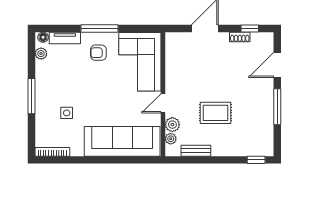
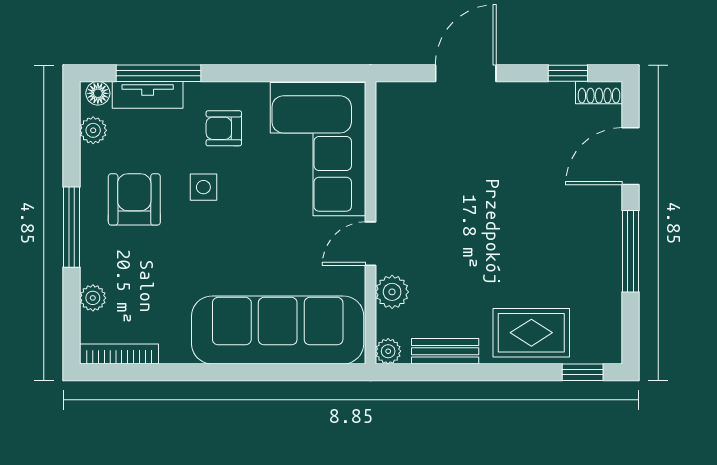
window: (99, 28) -> (158, 73), moved
shoe rack: (240, 37) -> (599, 93), moved
armchair: (59, 84) -> (134, 199), added
side table: (67, 113) -> (203, 187), moved
rug: (215, 113) -> (531, 333), moved
plant: (41, 127) -> (93, 298), added
plant: (171, 139) -> (388, 351), moved

